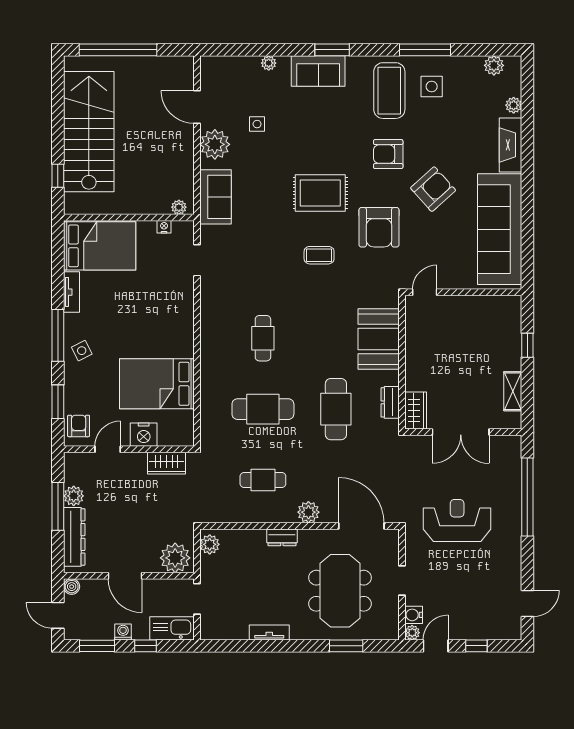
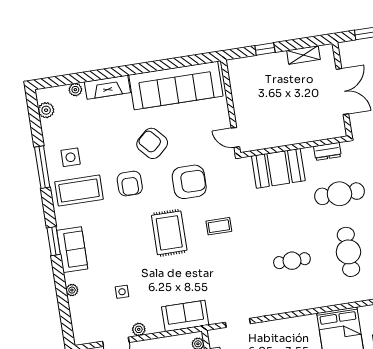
plant: (215, 144) -> (139, 329), width x0.53, depth x0.53
coffee table: (319, 255) -> (219, 226), turned 90
wardrobe: (416, 411) -> (331, 130), removed

